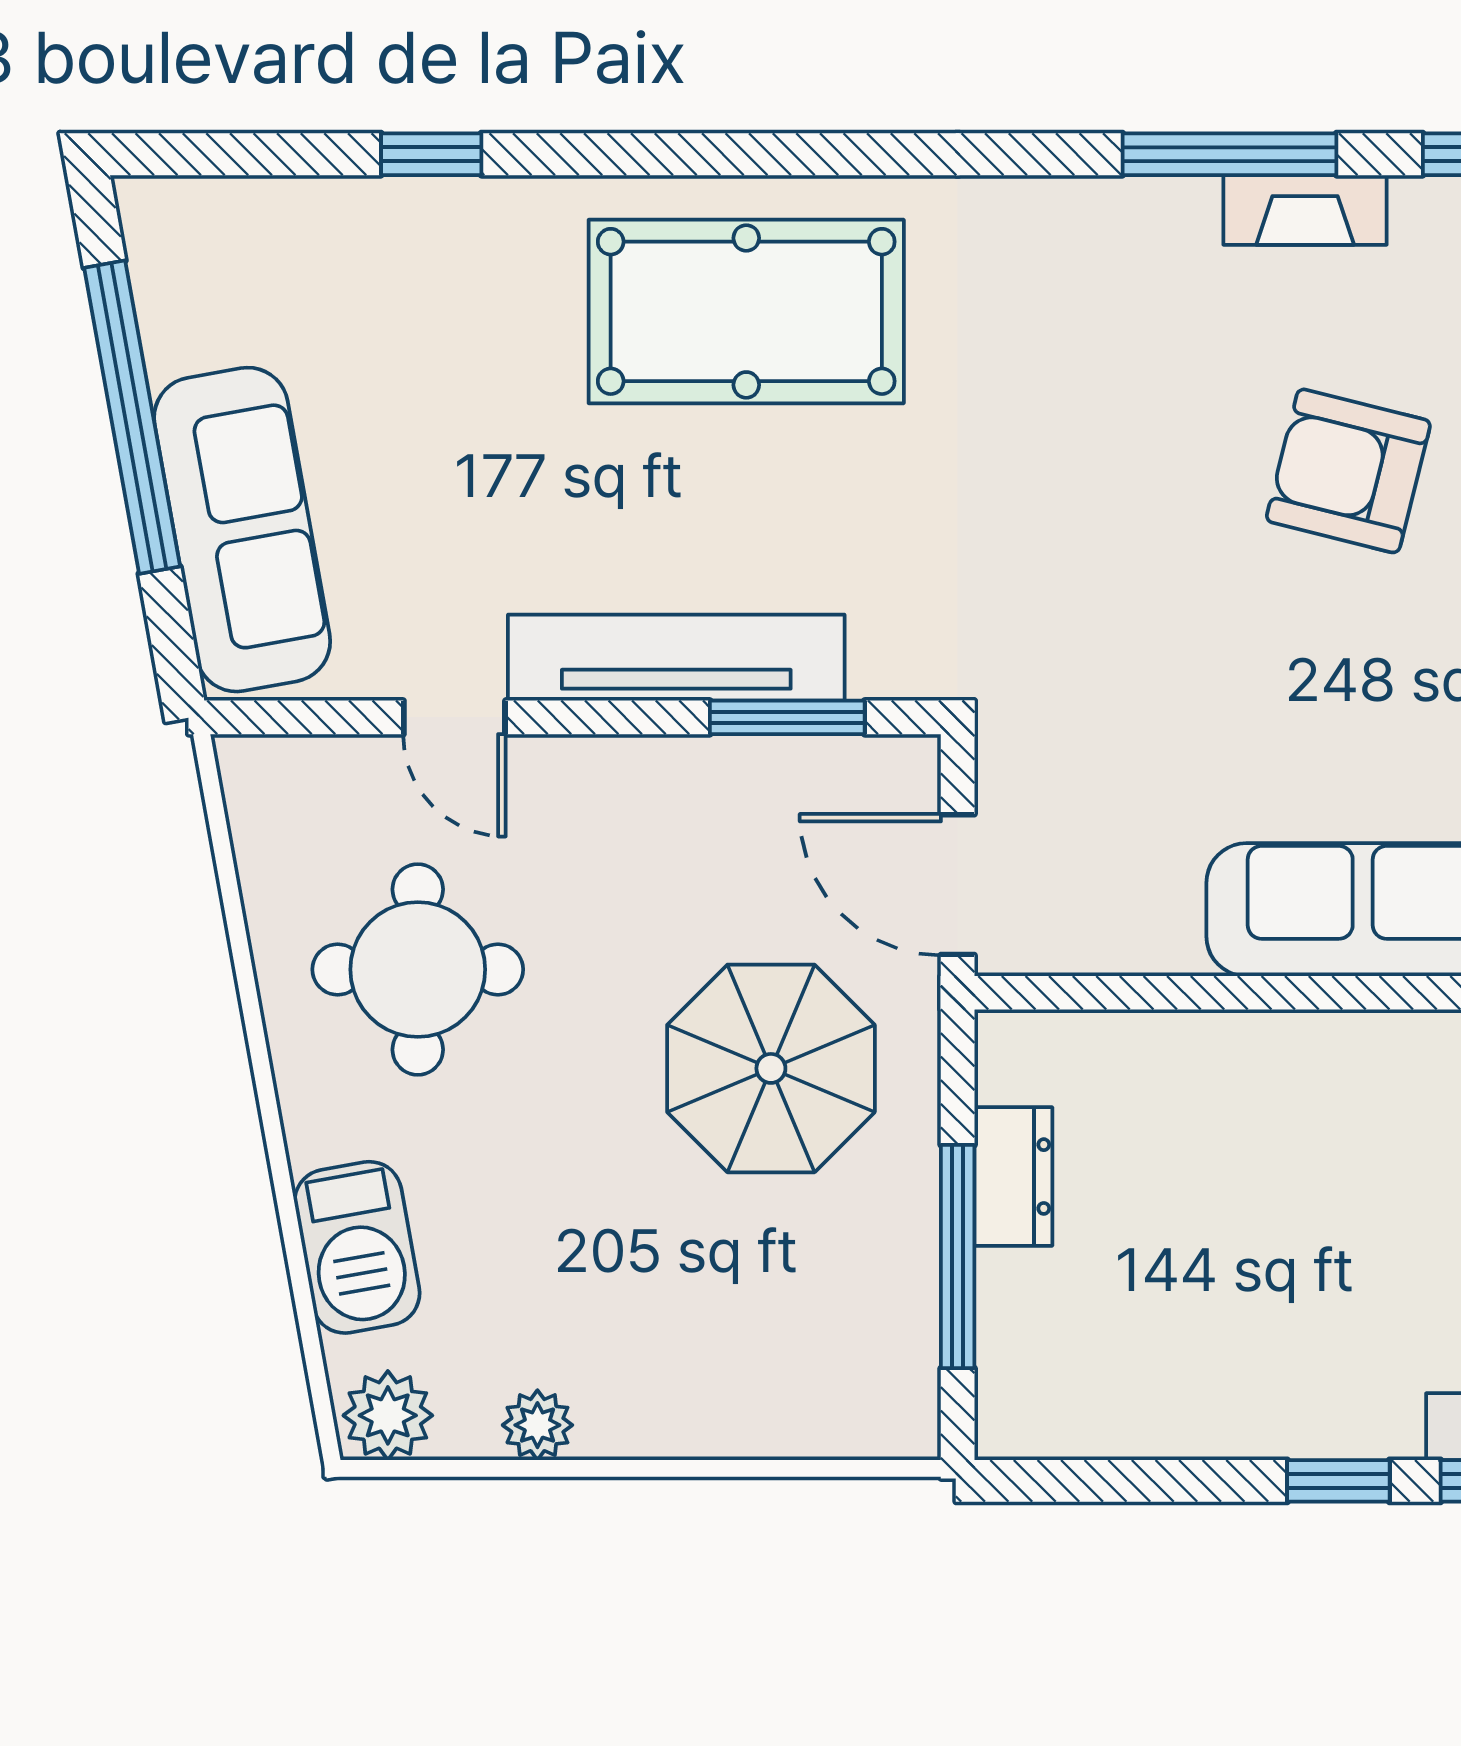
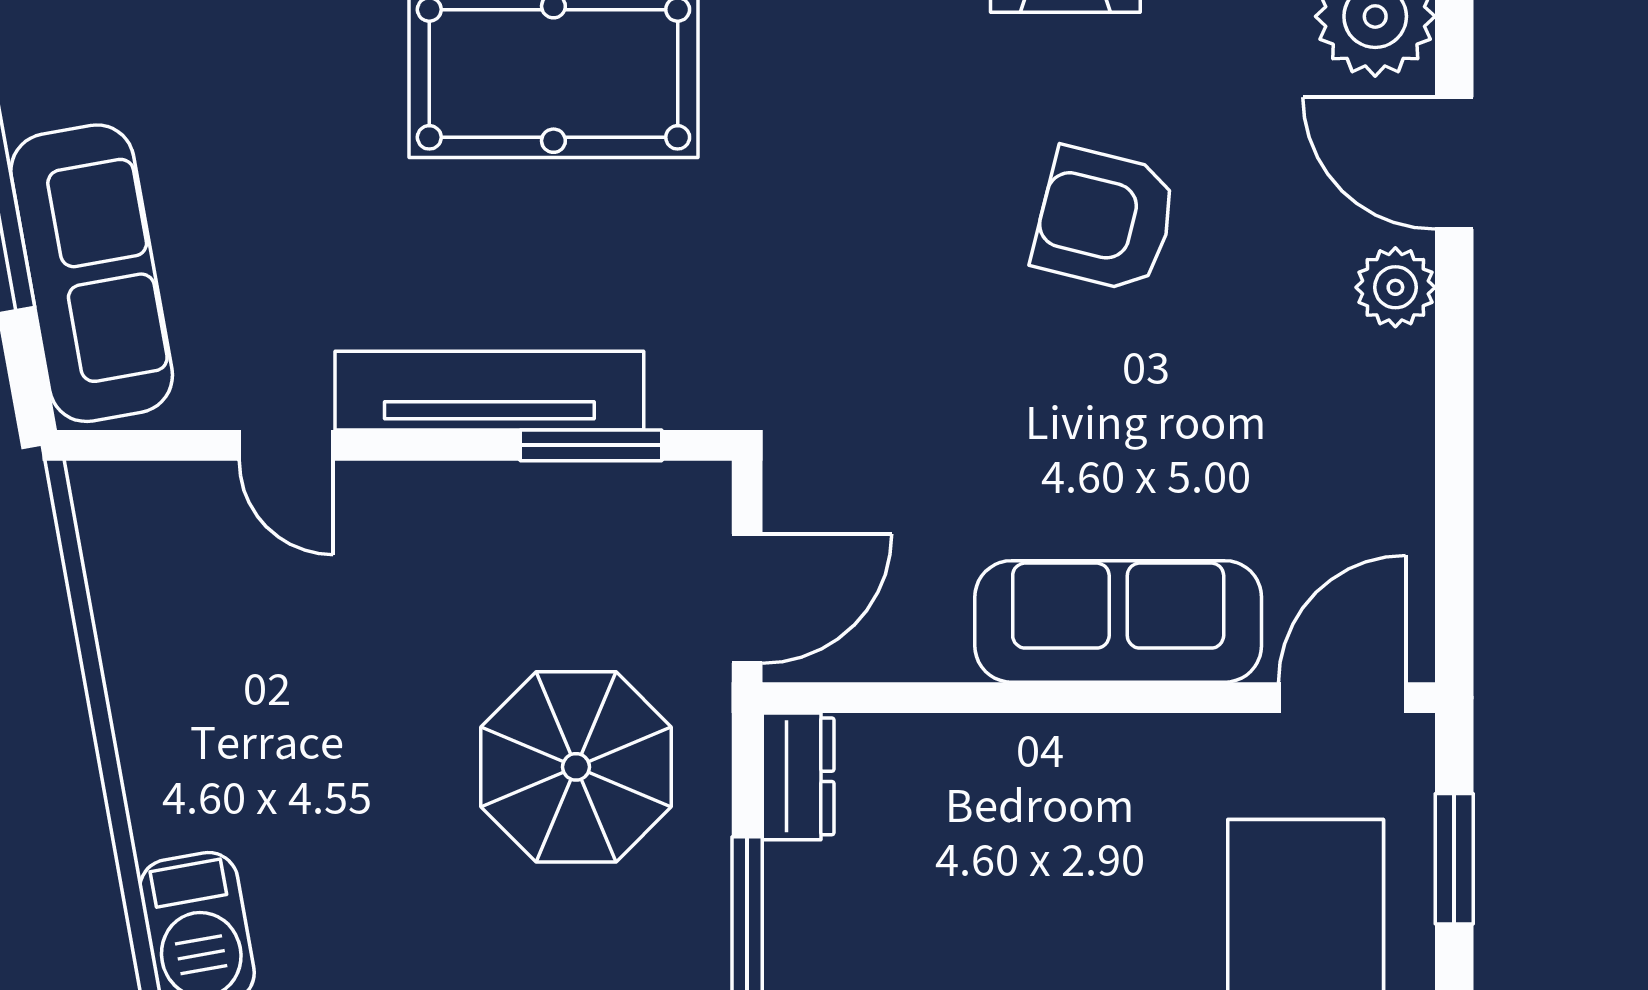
door: (958, 885) -> (747, 599), swing flipped
round table: (418, 969) -> (253, 676), removed
dresser: (1013, 1177) -> (798, 776), moved

